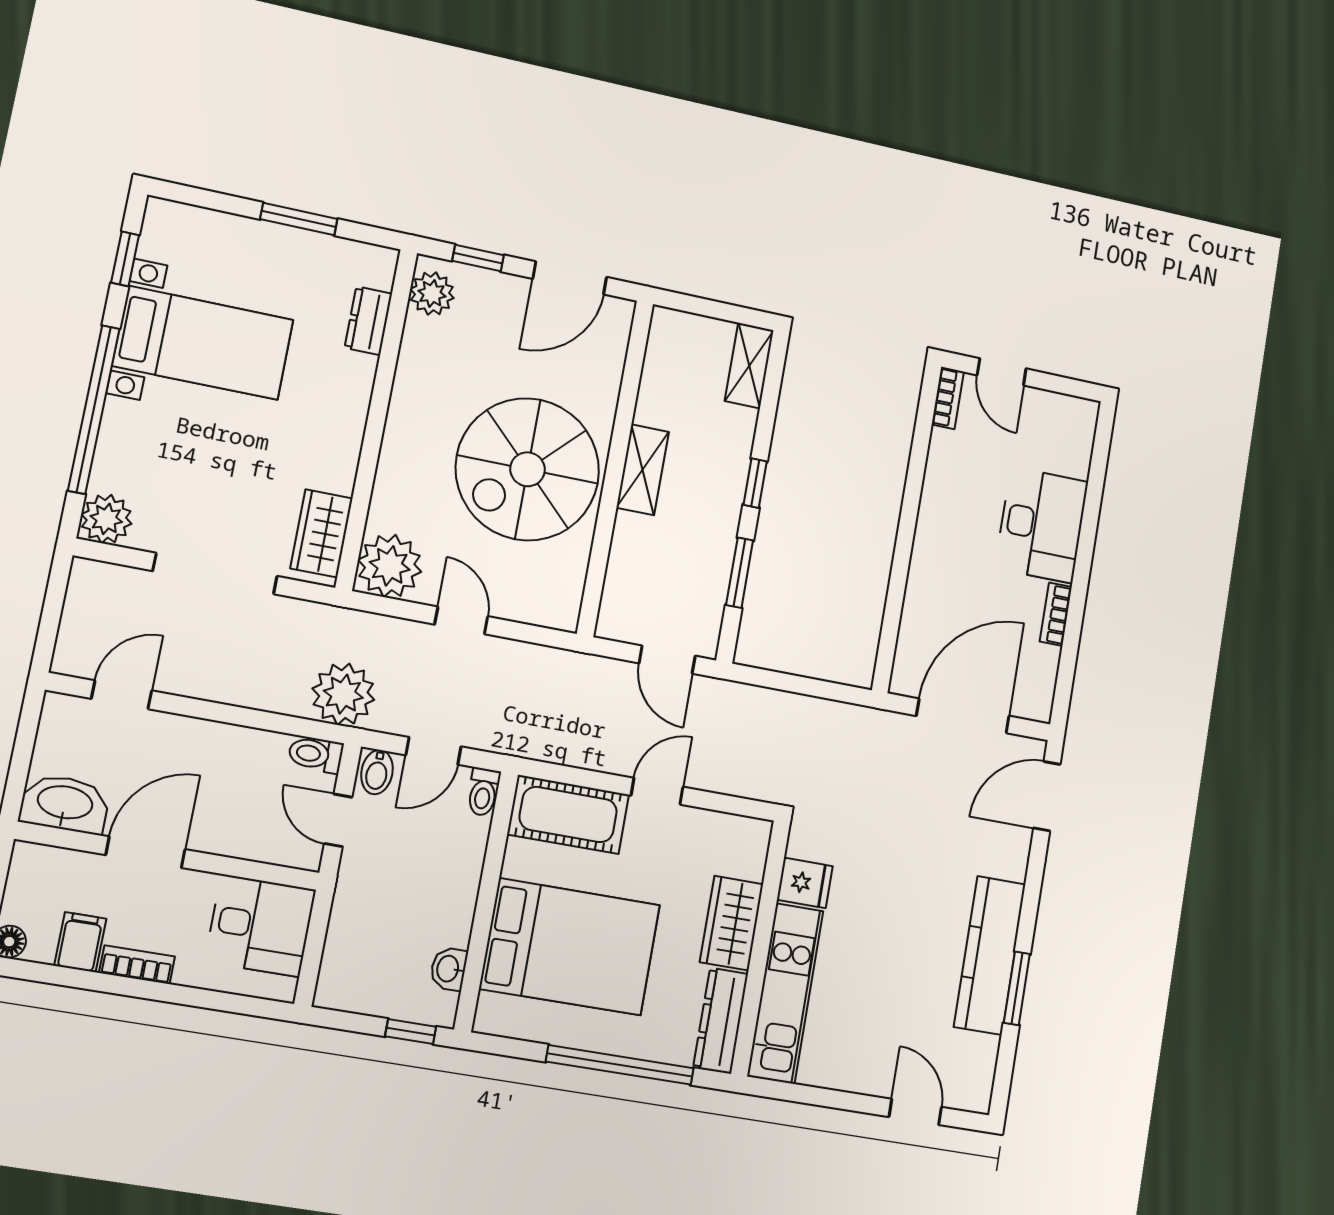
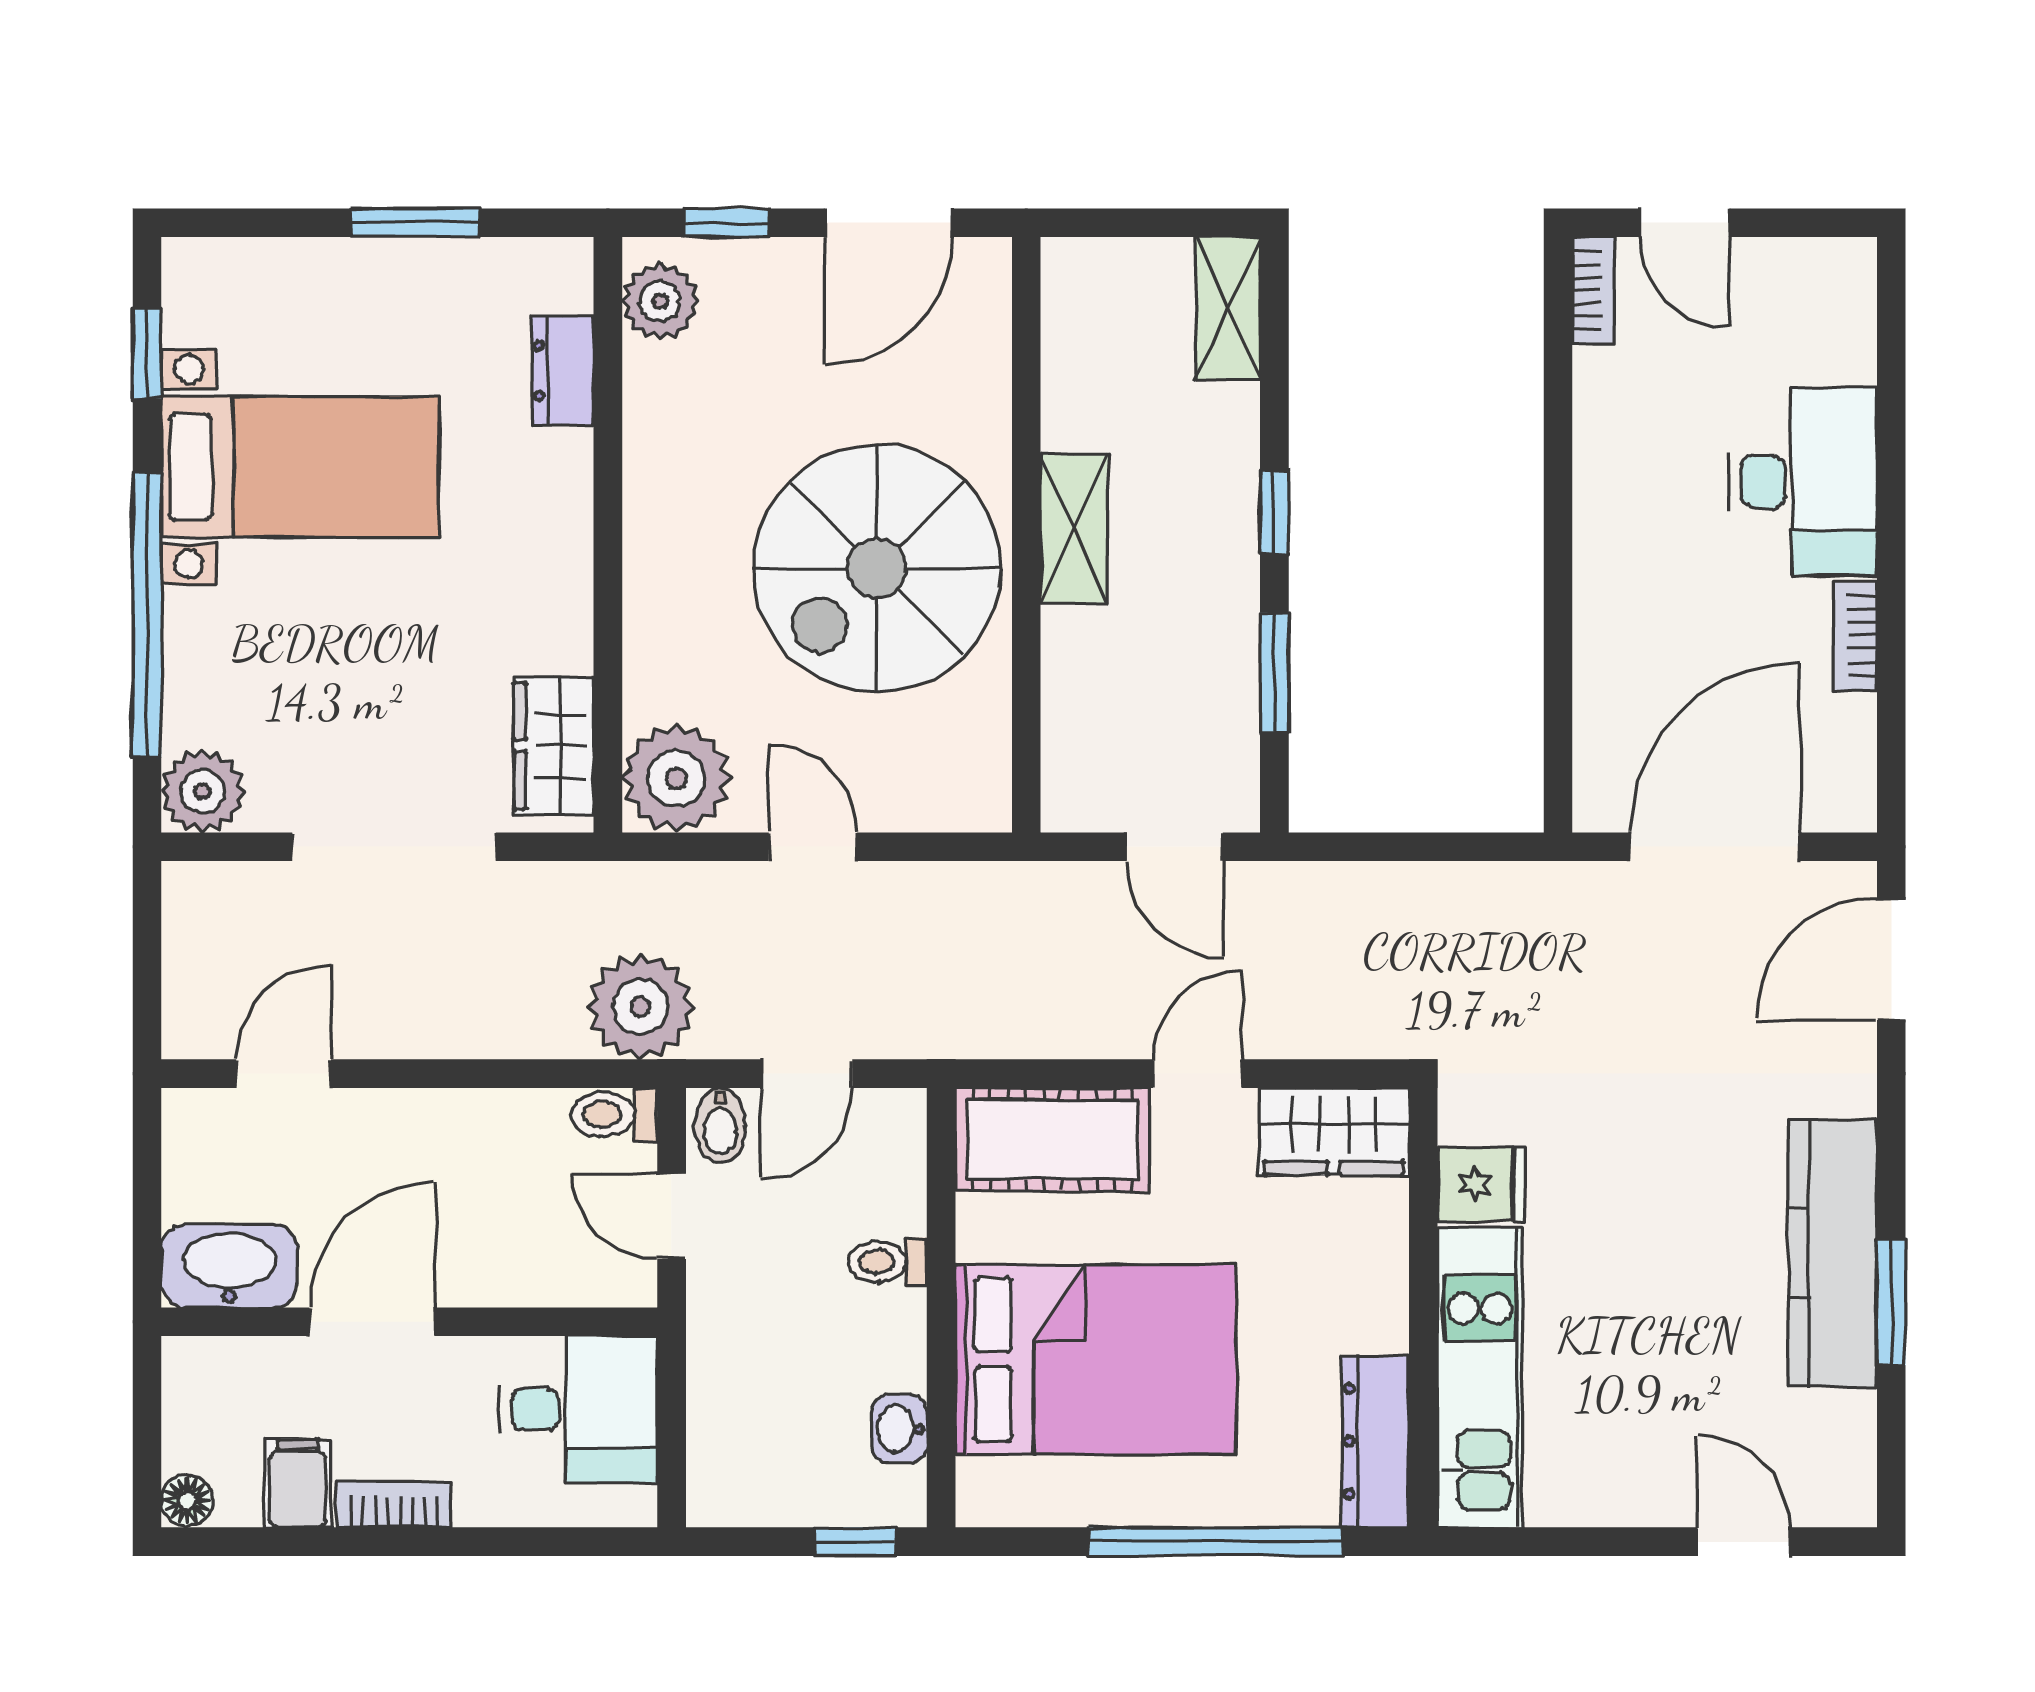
toilet: (483, 792) -> (888, 1262), moved, turned 90
wardrobe: (732, 923) -> (1334, 1131), moved, turned -90

